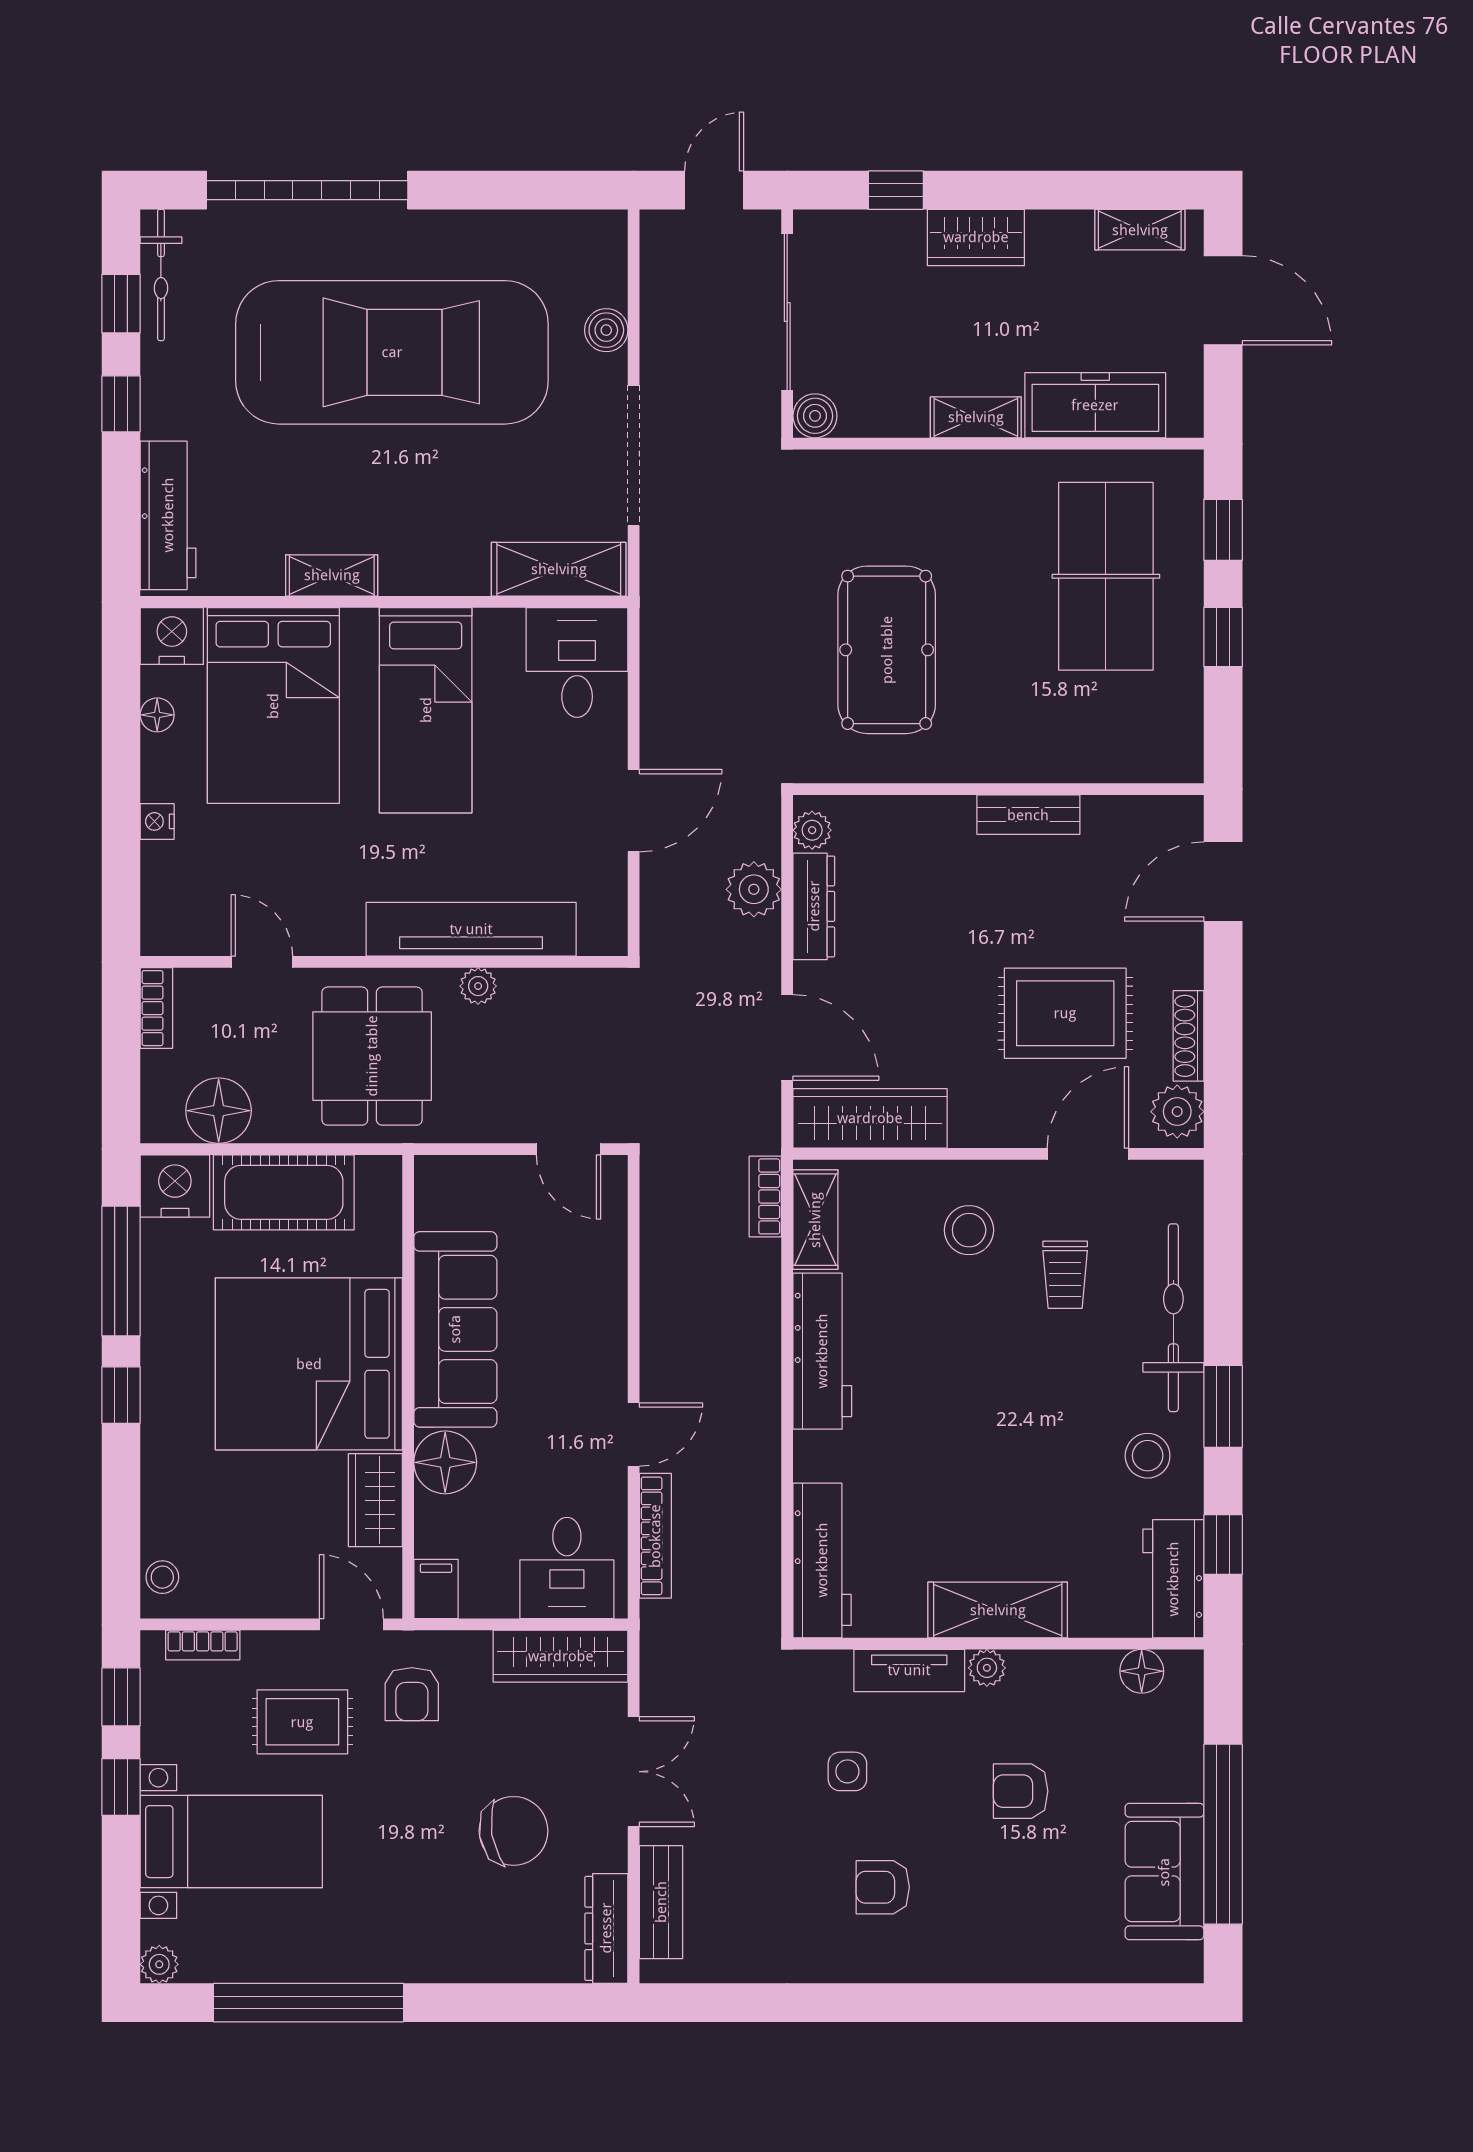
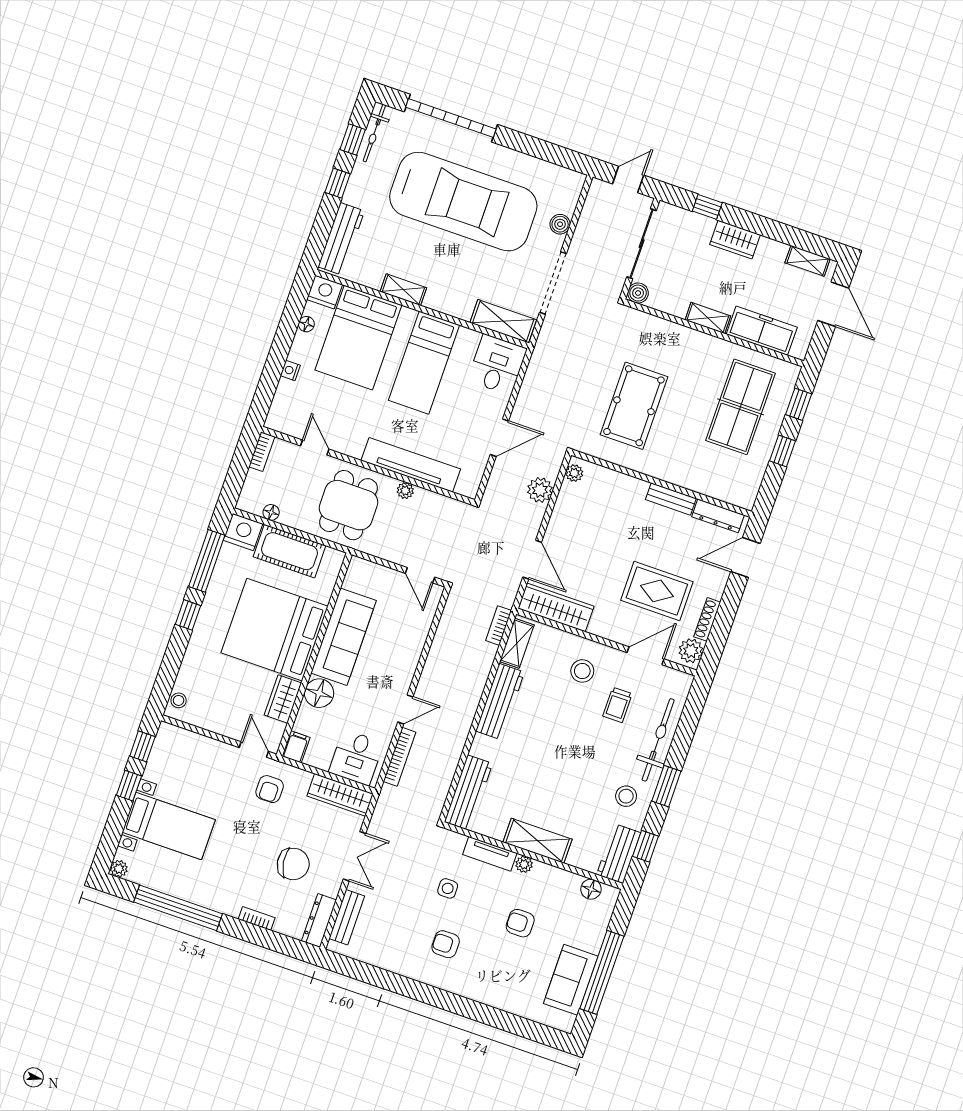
dresser: (814, 906) -> (718, 516), moved, turned 90
floor lamp: (219, 1111) -> (271, 512), width x0.53, depth x0.53
bookcase: (203, 1645) -> (257, 918), moved, turned 180
rug: (302, 1722) -> (218, 785), removed

